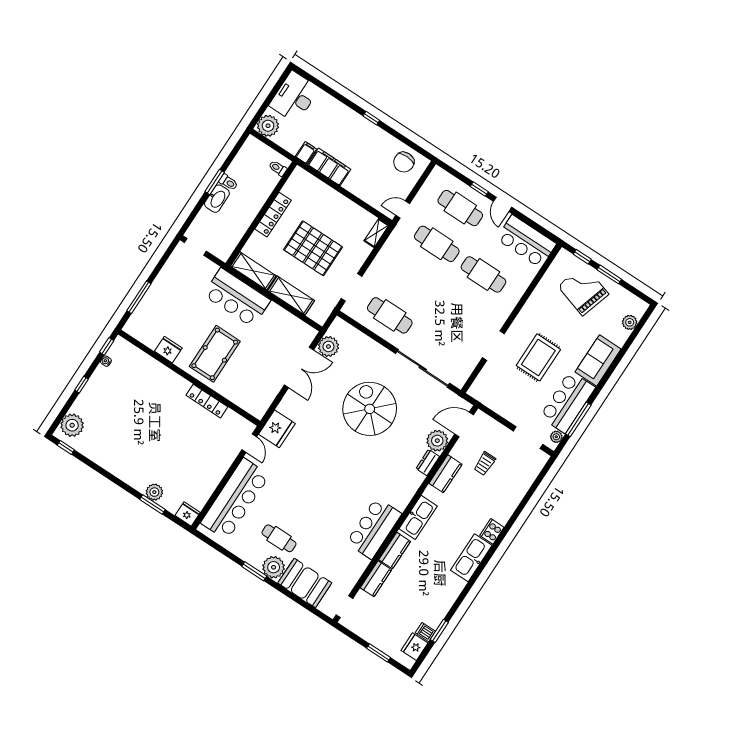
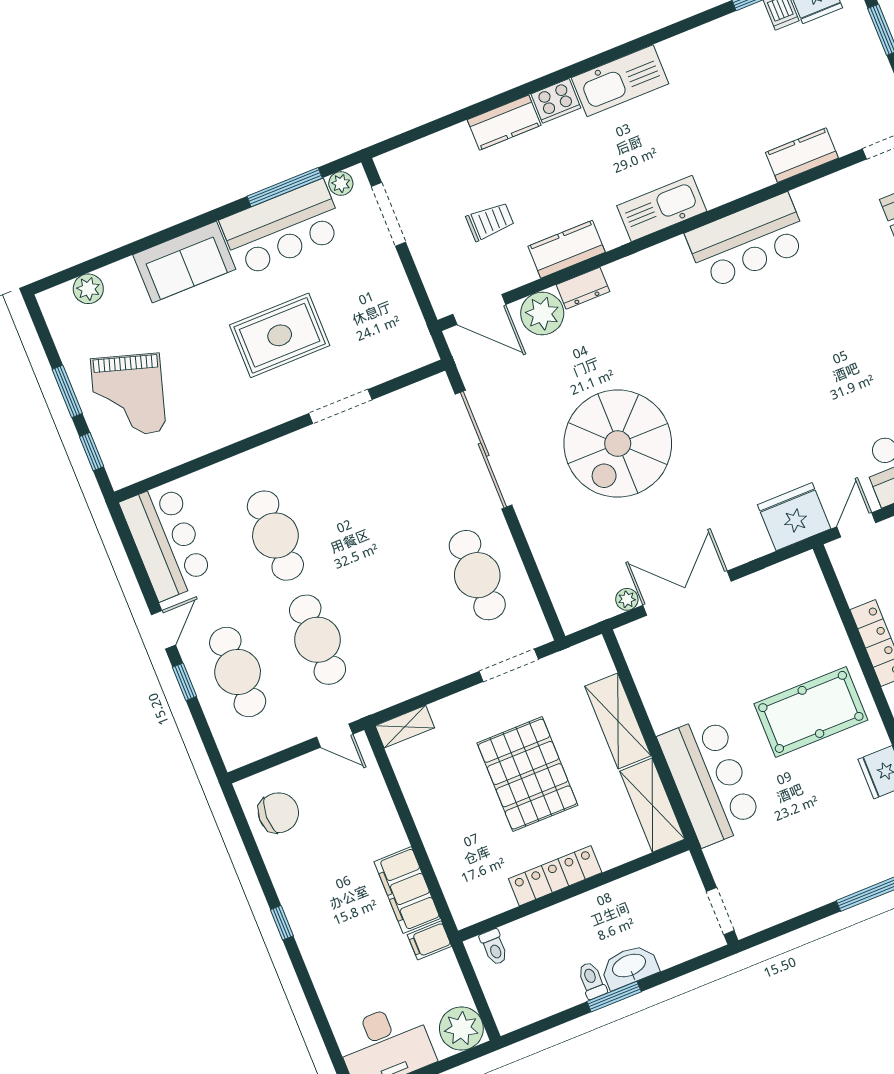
plant: (328, 346) -> (627, 599), width x0.53, depth x0.53
kitchen counter: (395, 551) -> (504, 123), moved, turned 180

